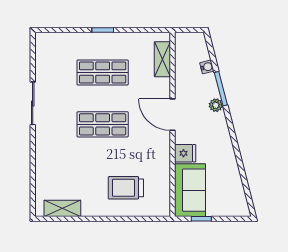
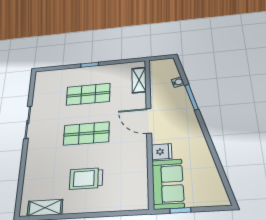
plant: (216, 105) -> (188, 110), removed
trolley: (126, 188) -> (86, 178), moved

